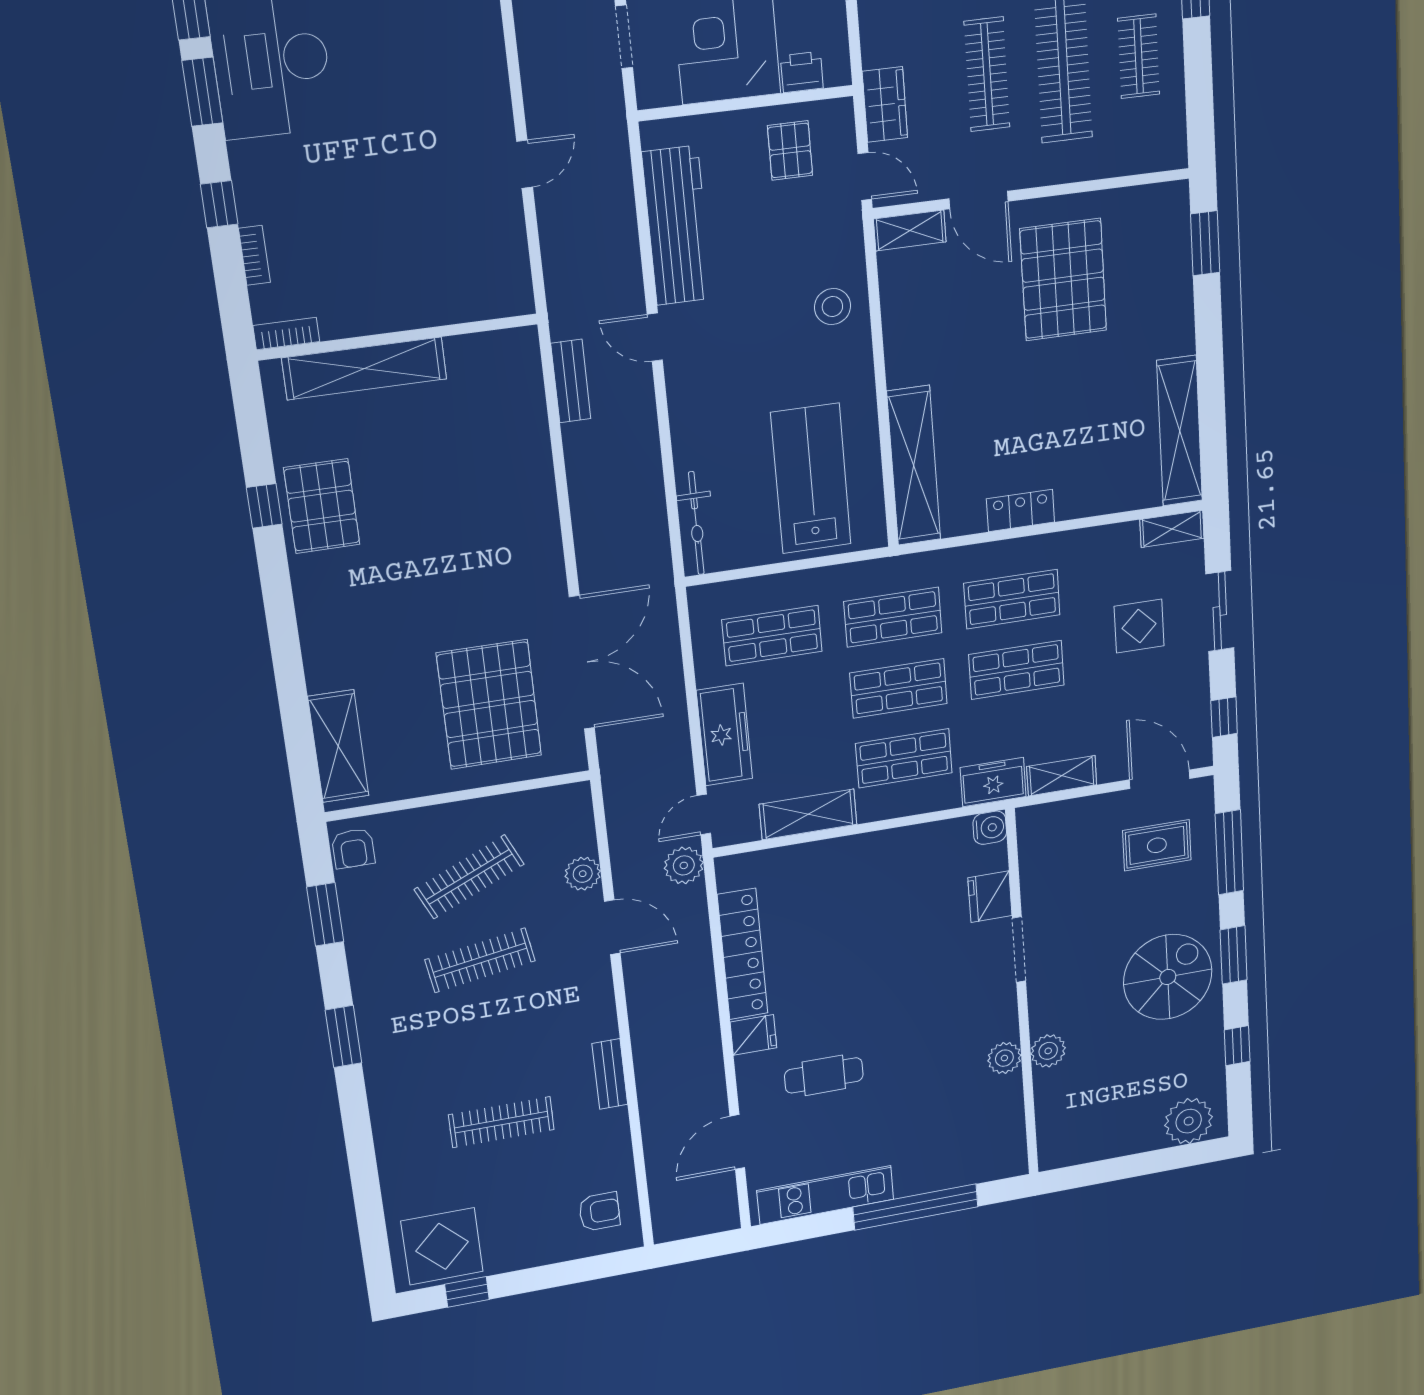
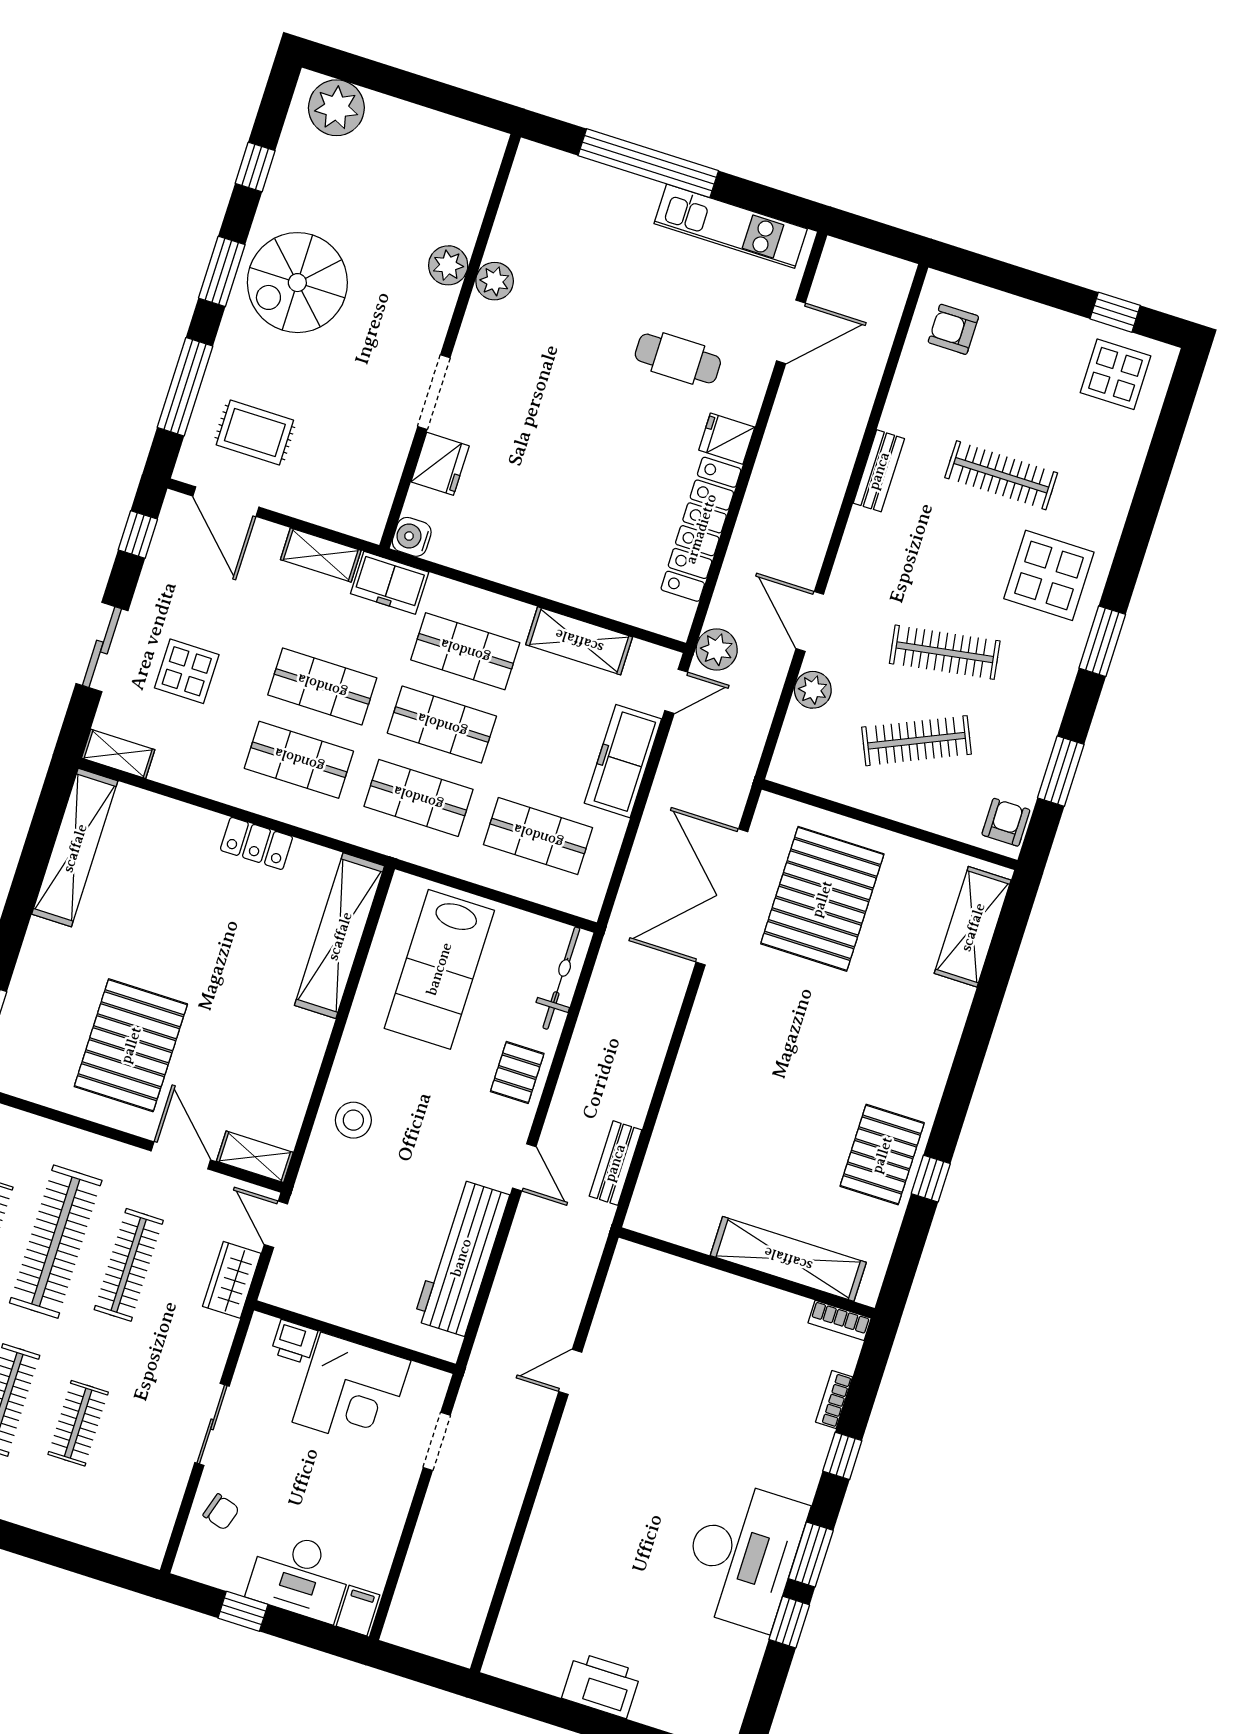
pallet: (790, 150) -> (517, 1072), moved
display table: (419, 1065) -> (1049, 575), added
display table: (442, 1246) -> (1115, 374), width x0.73, depth x0.73

